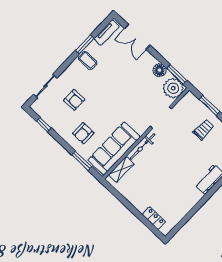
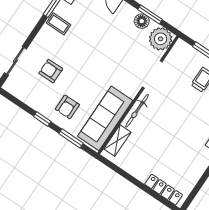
window: (177, 74) -> (150, 14), moved
armchair: (74, 100) -> (51, 71), turned 180
window: (44, 124) -> (42, 119), moved
locker: (154, 218) -> (164, 190), width x1.53

